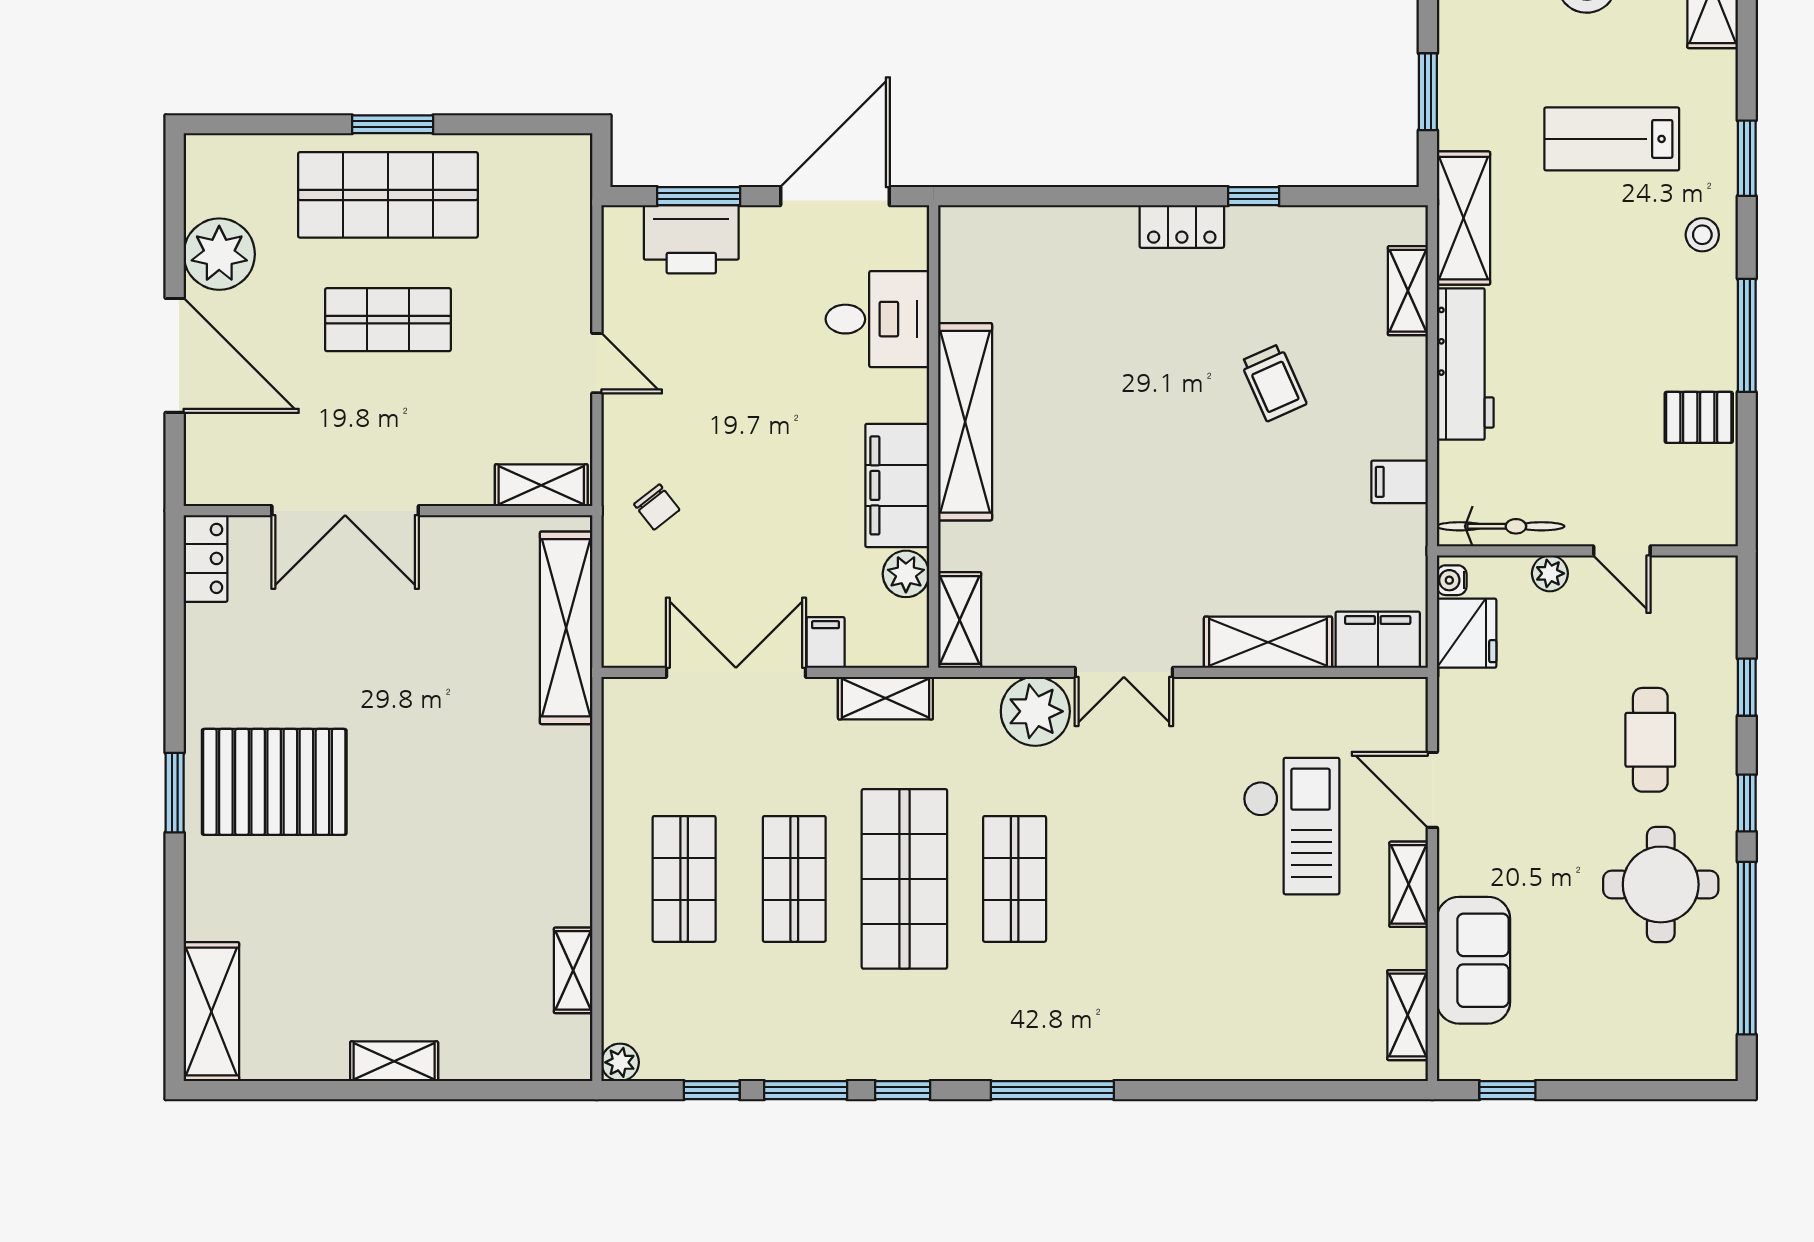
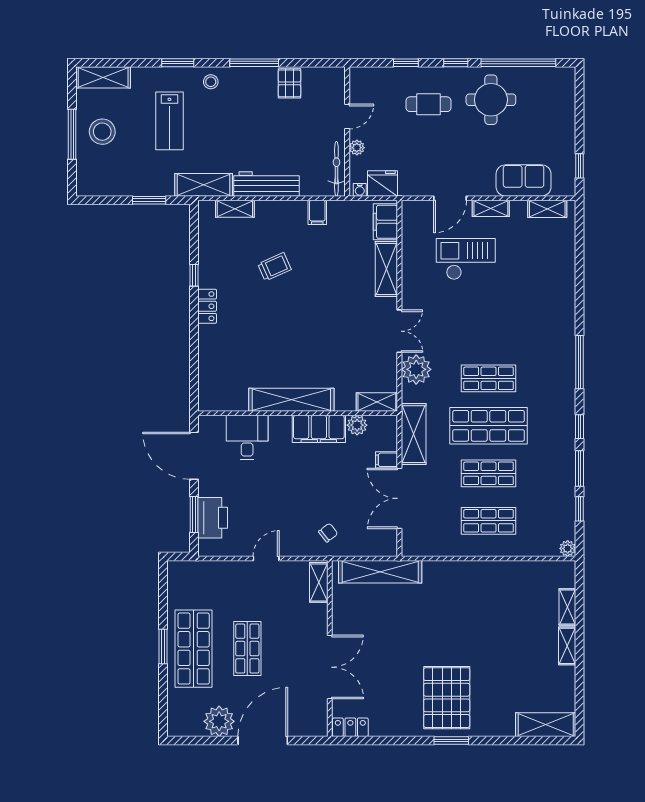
shelving: (885, 698) -> (414, 434), width x1.50, depth x1.33
shelving: (573, 970) -> (567, 607), moved, turned 90

